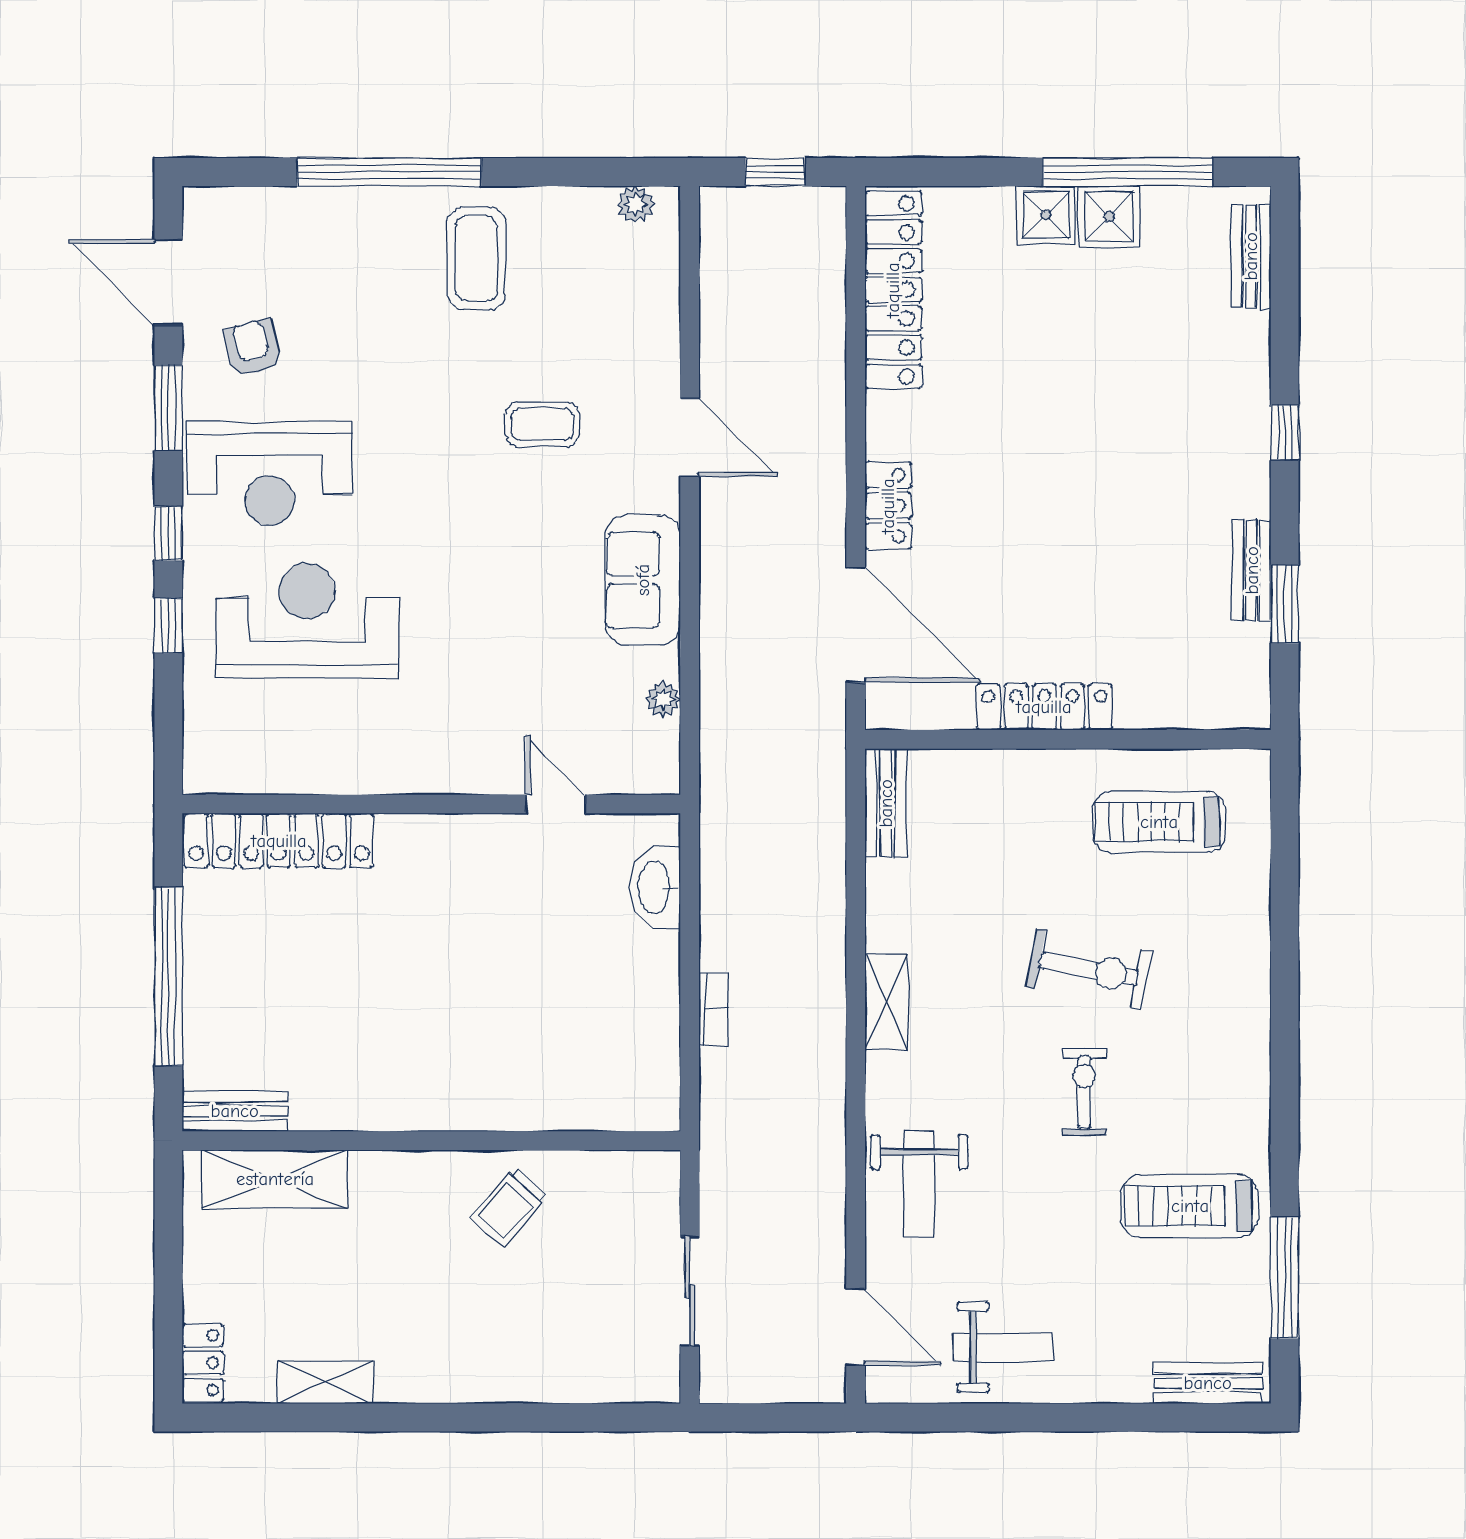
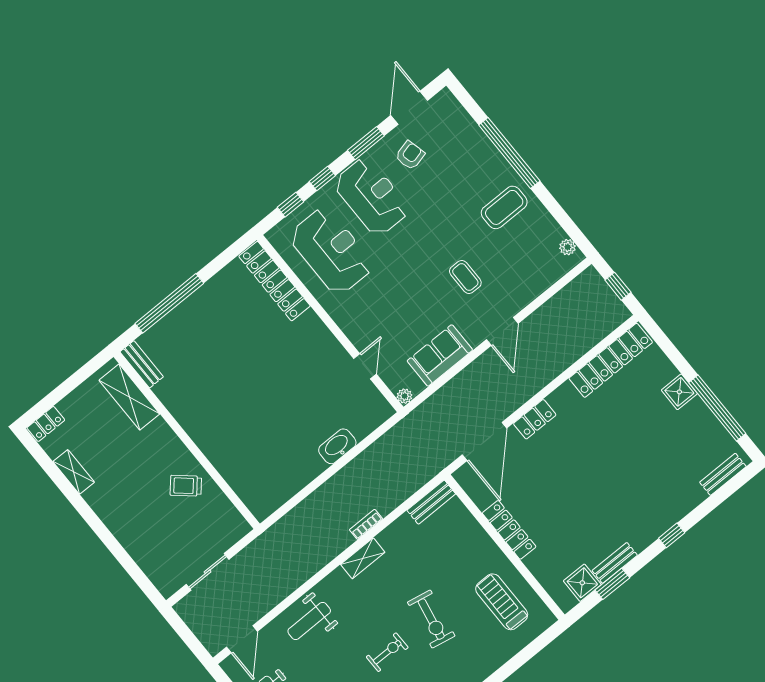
shower: (1109, 216) -> (582, 583), moved
reception desk: (270, 474) -> (372, 197), turned 180
wall: (431, 804) -> (330, 323), moved
door: (555, 804) -> (365, 366), moved
locker: (279, 841) -> (275, 281), moved
bookcase: (714, 1009) -> (366, 524), moved, turned 180

